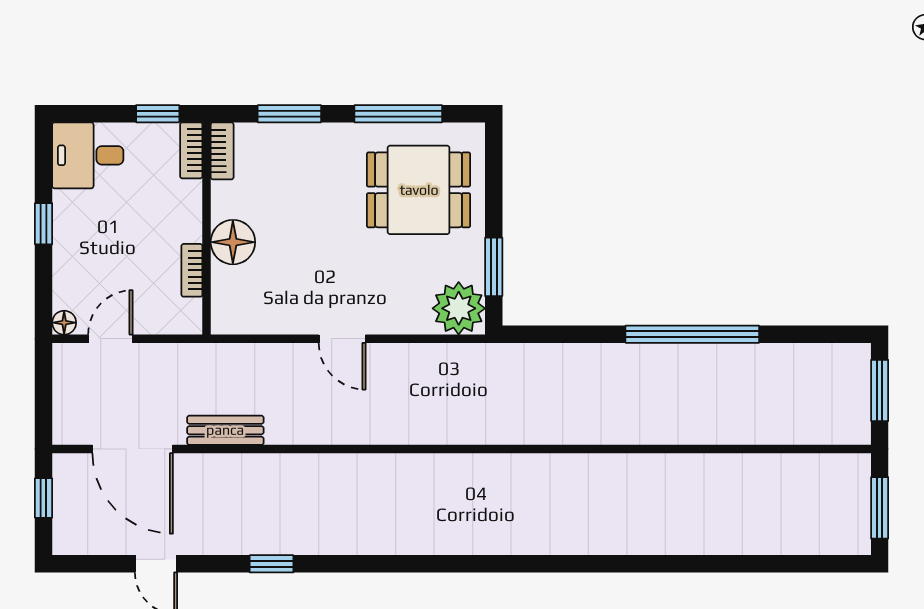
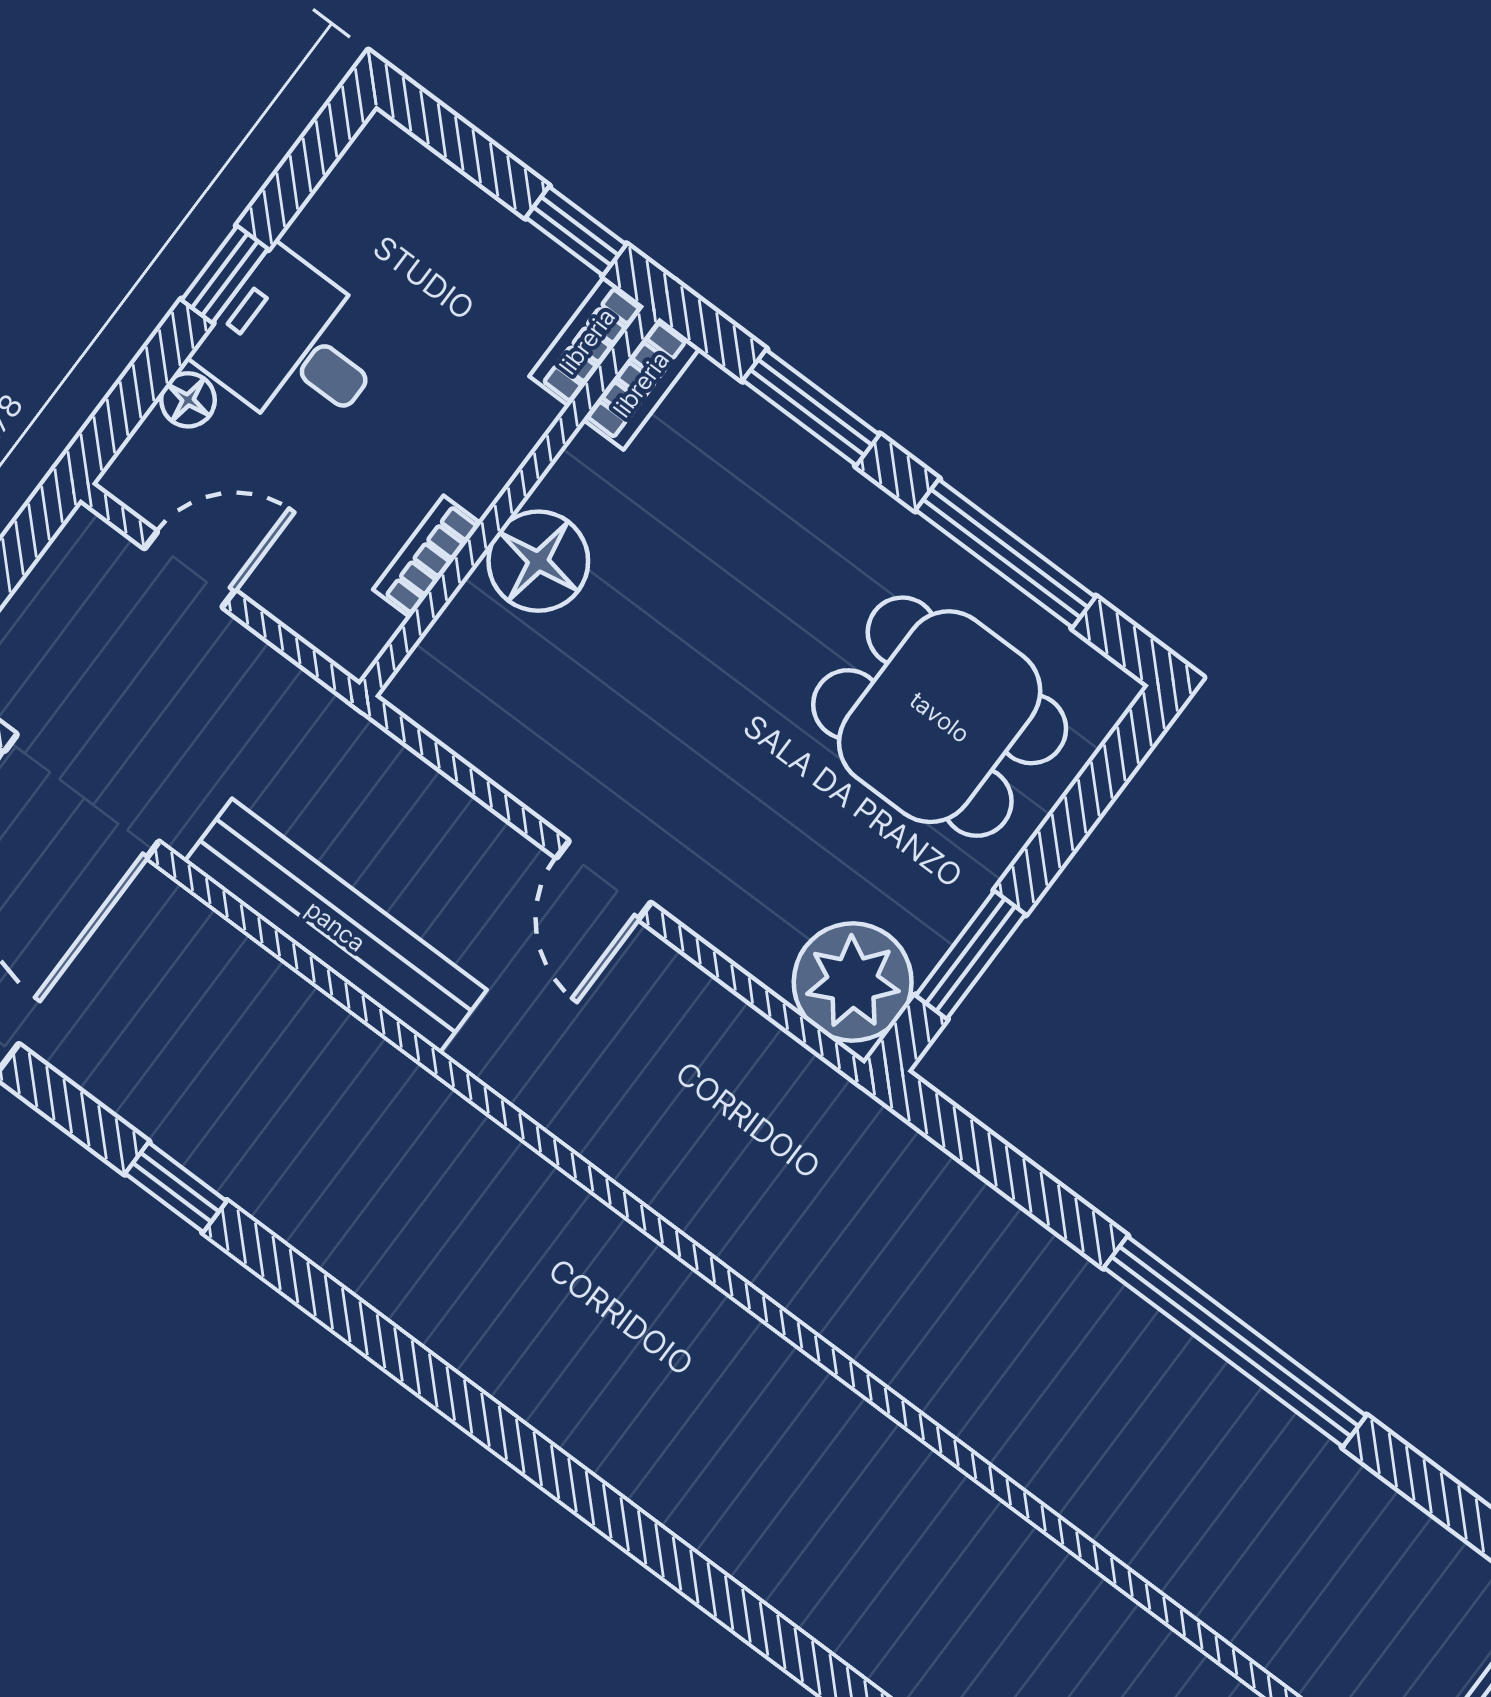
desk: (88, 155) -> (294, 346), moved
floor lamp: (64, 323) -> (188, 400), moved
bench: (225, 430) -> (336, 926), width x1.86, depth x1.21

